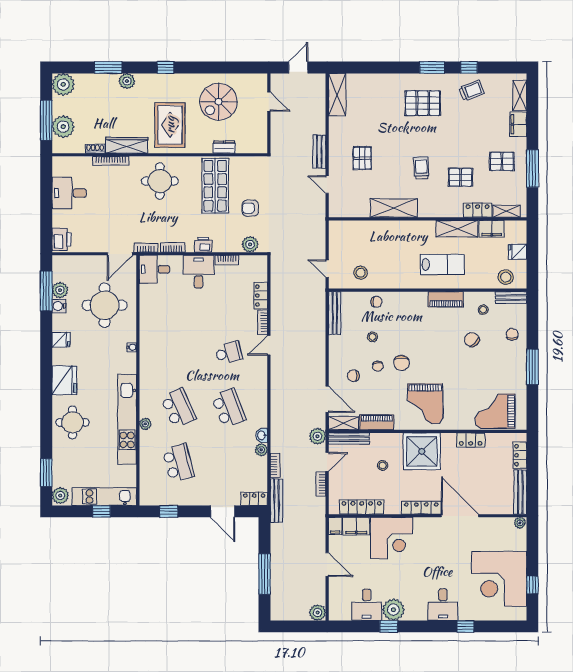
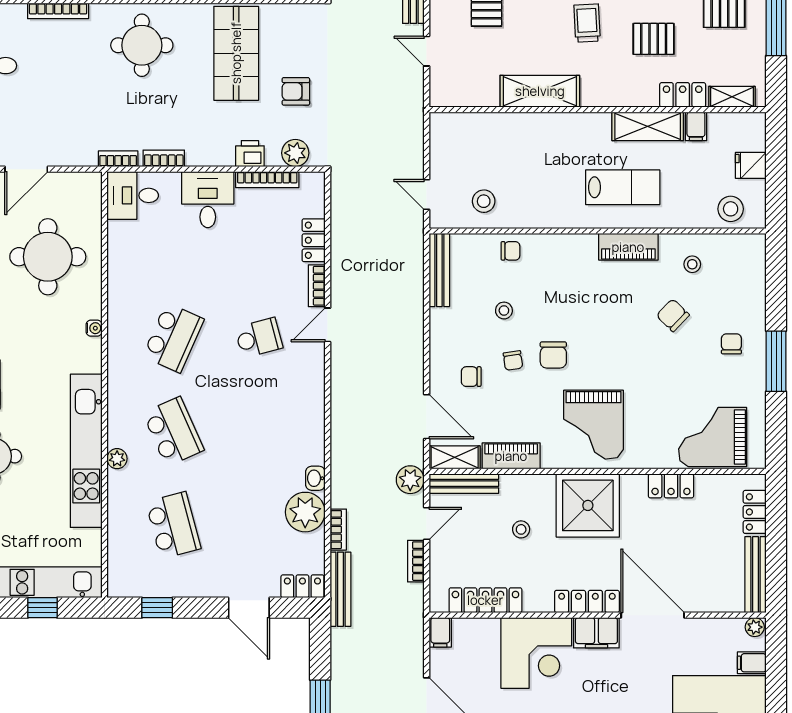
filing cabinet: (492, 229) -> (696, 126), width x0.50
printer: (203, 245) -> (250, 154), moved
door: (120, 254) -> (26, 169), moved
bookcase: (227, 260) -> (267, 180), width x1.56
bench: (511, 298) -> (740, 244), removed
chair: (512, 334) -> (731, 344), moved
school desk: (229, 408) -> (173, 338), moved, turned 45
plant: (261, 450) -> (305, 512), width x1.87, depth x1.87
filing cabinet: (356, 526) -> (596, 633), moved
filing cabinet: (518, 544) -> (752, 663), added

